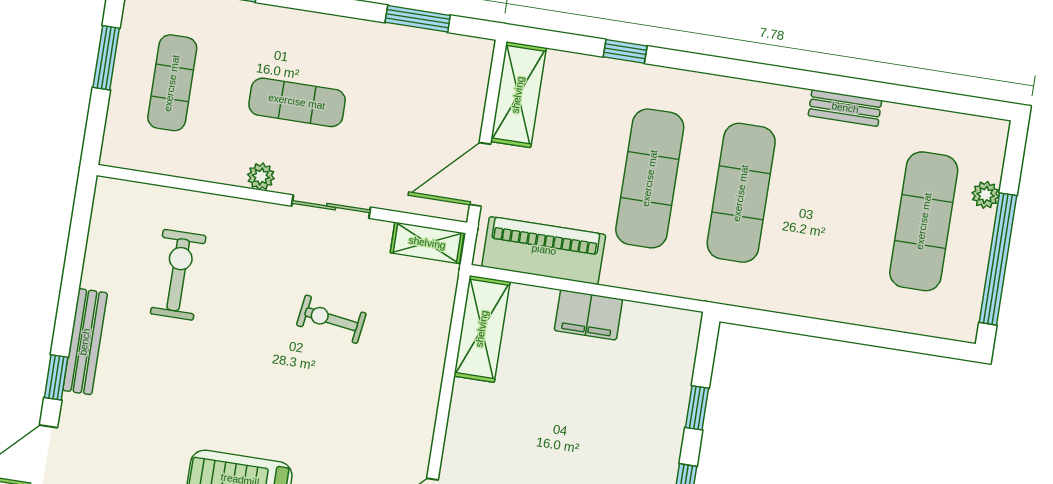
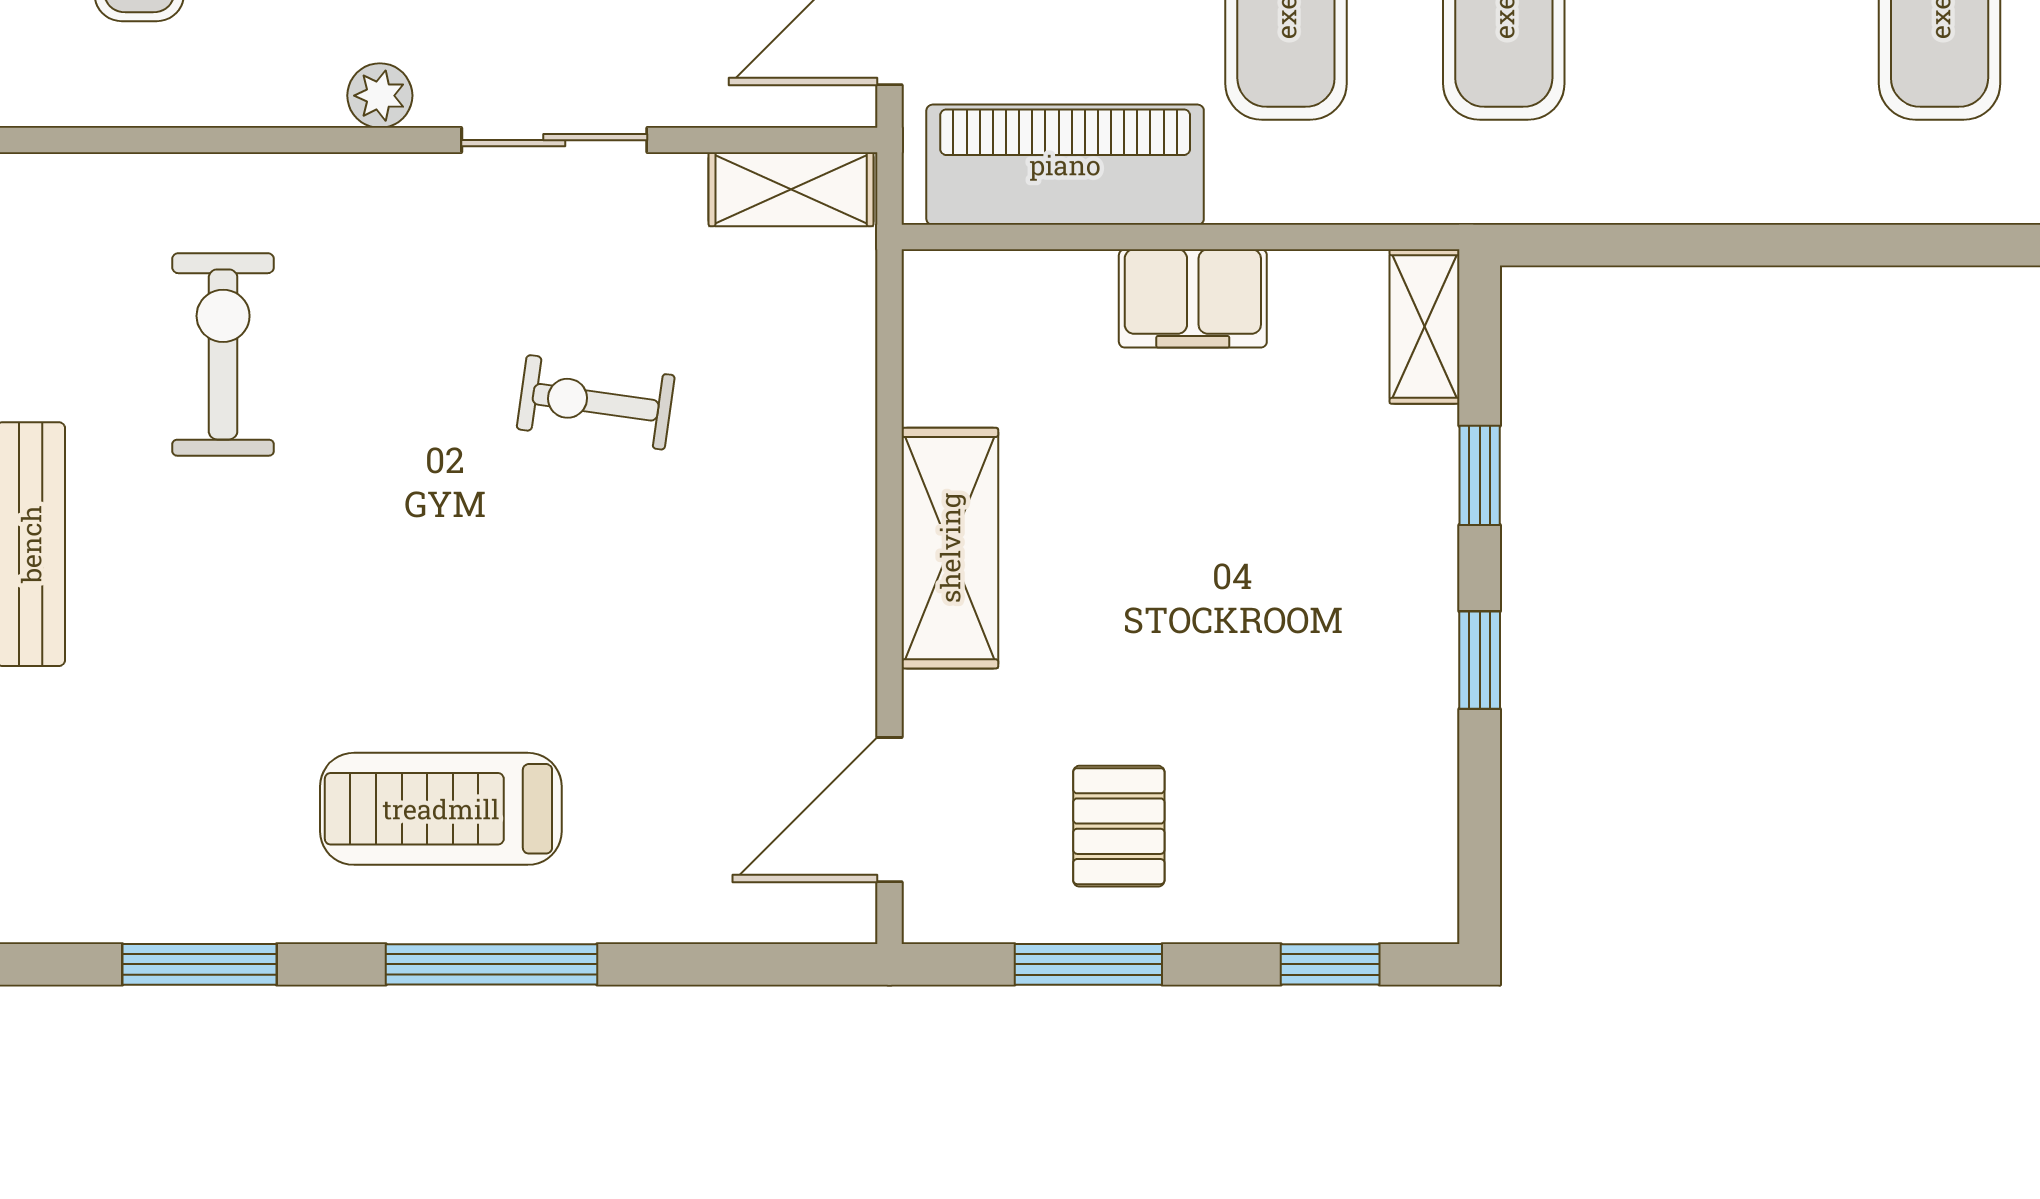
shelving: (482, 329) -> (950, 548), moved
shelving: (684, 342) -> (1425, 327), added

